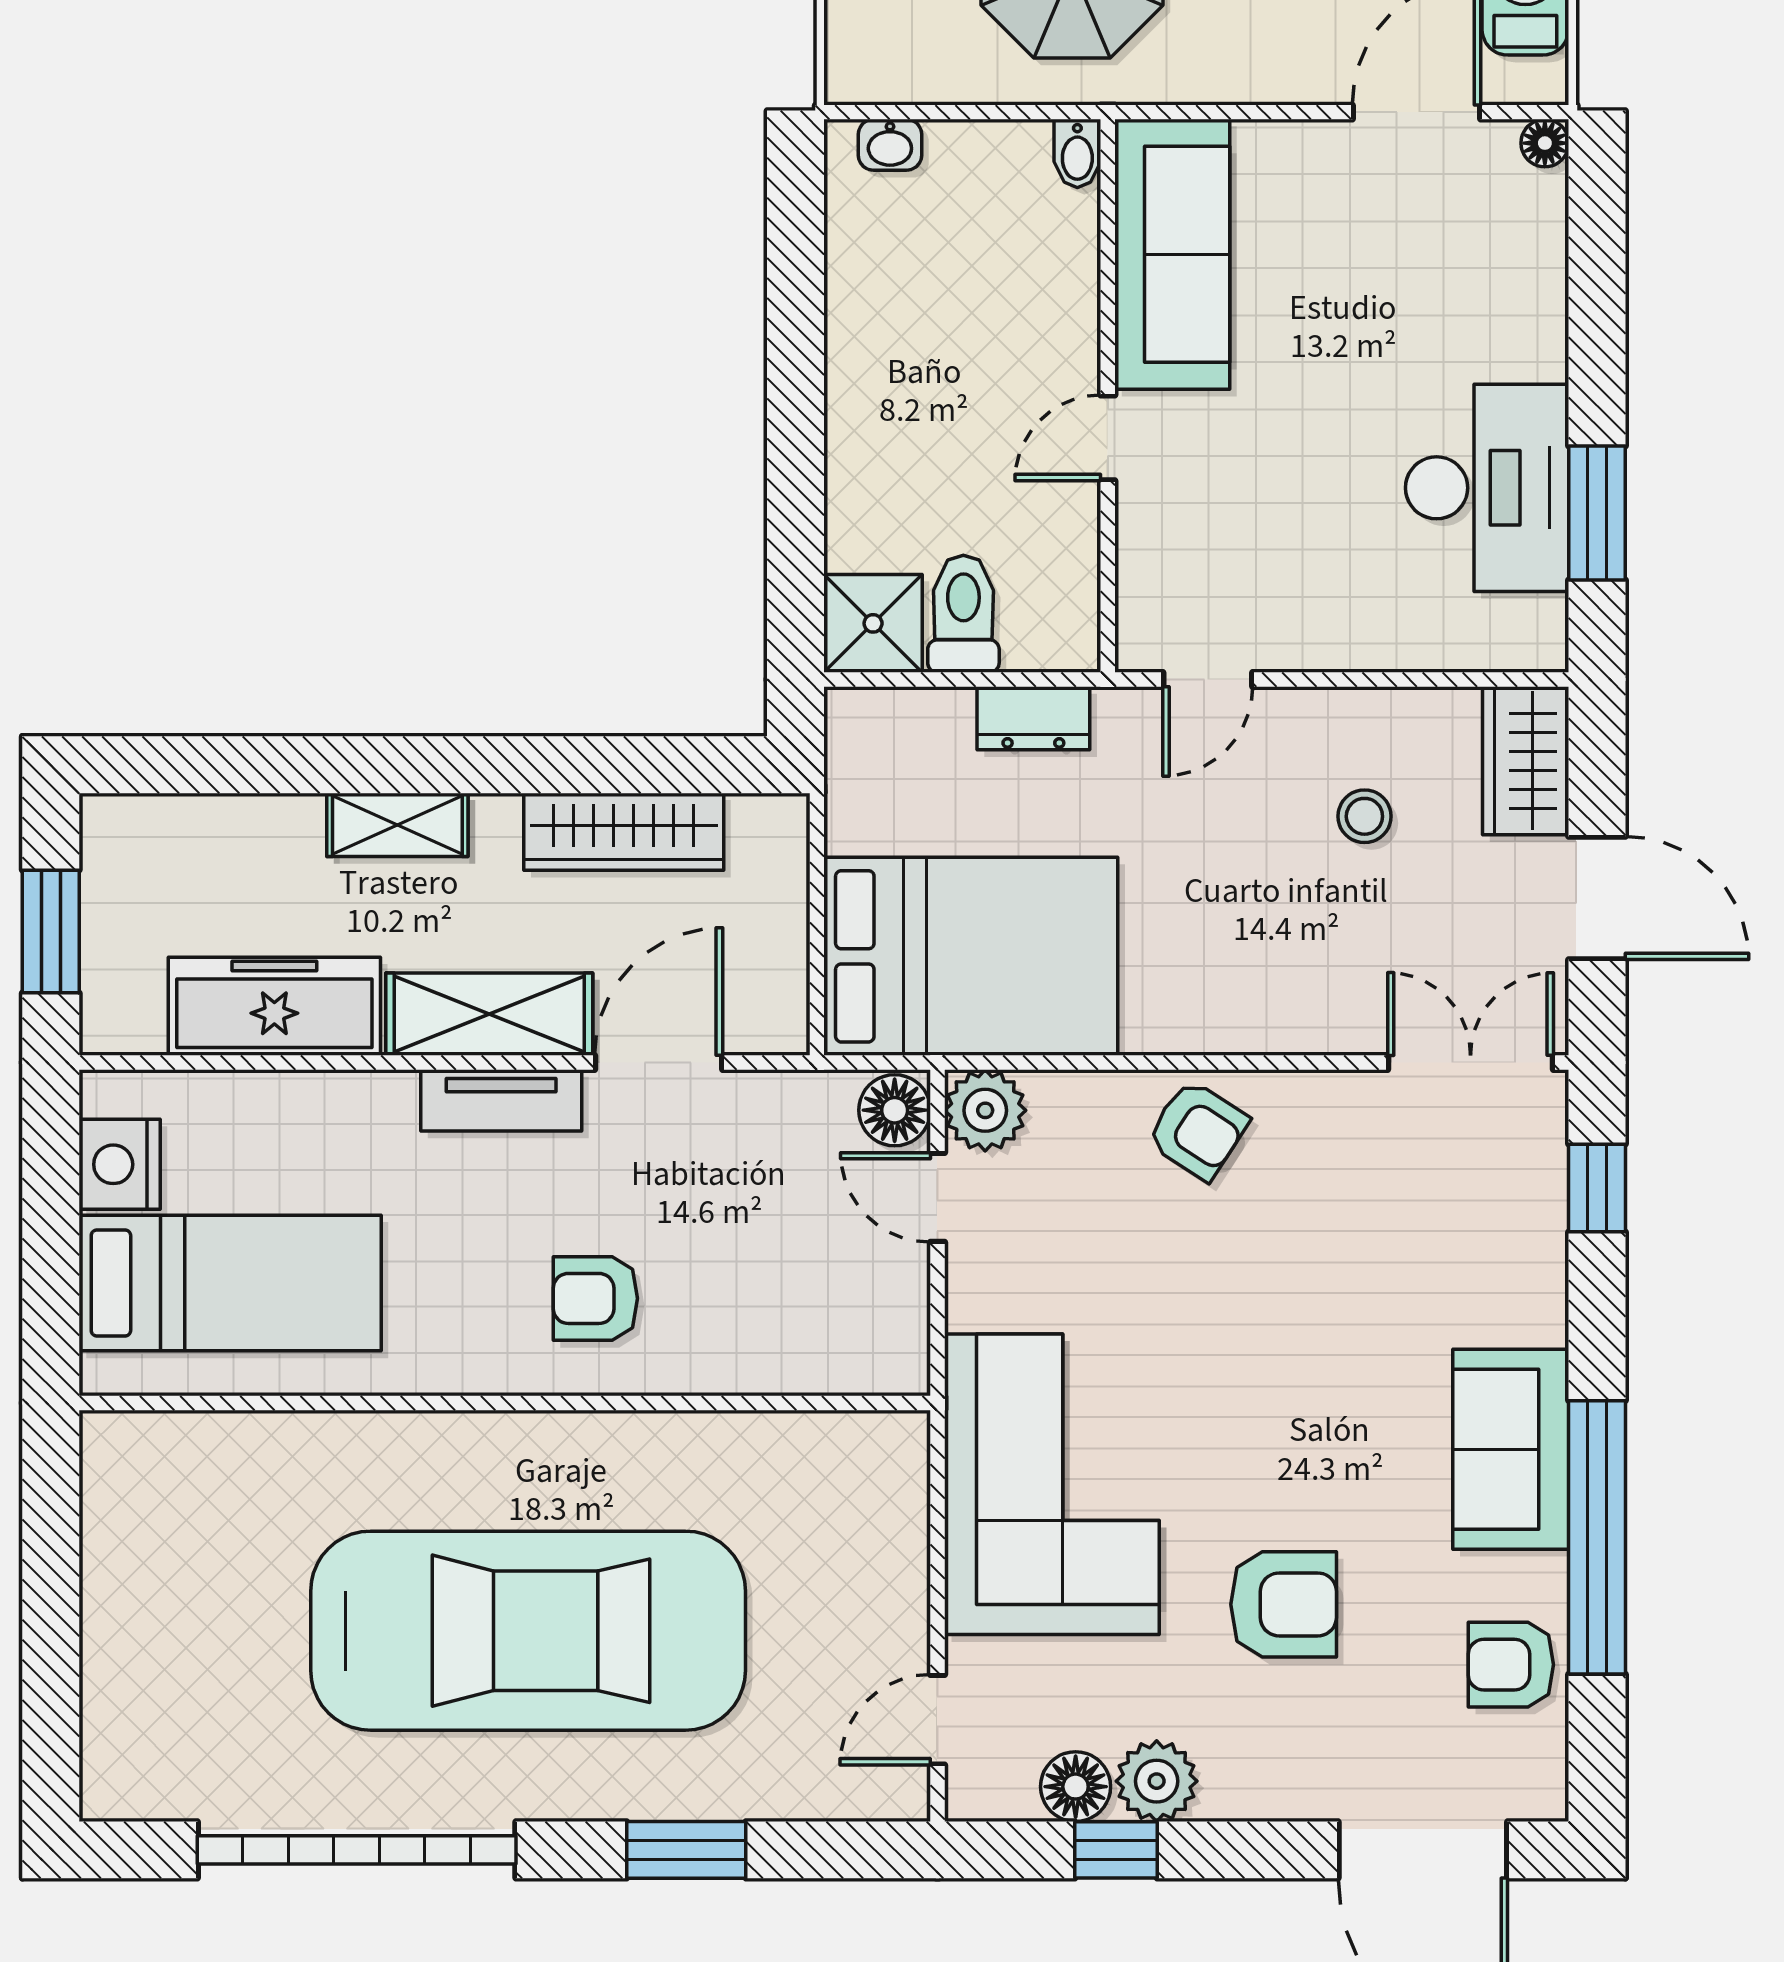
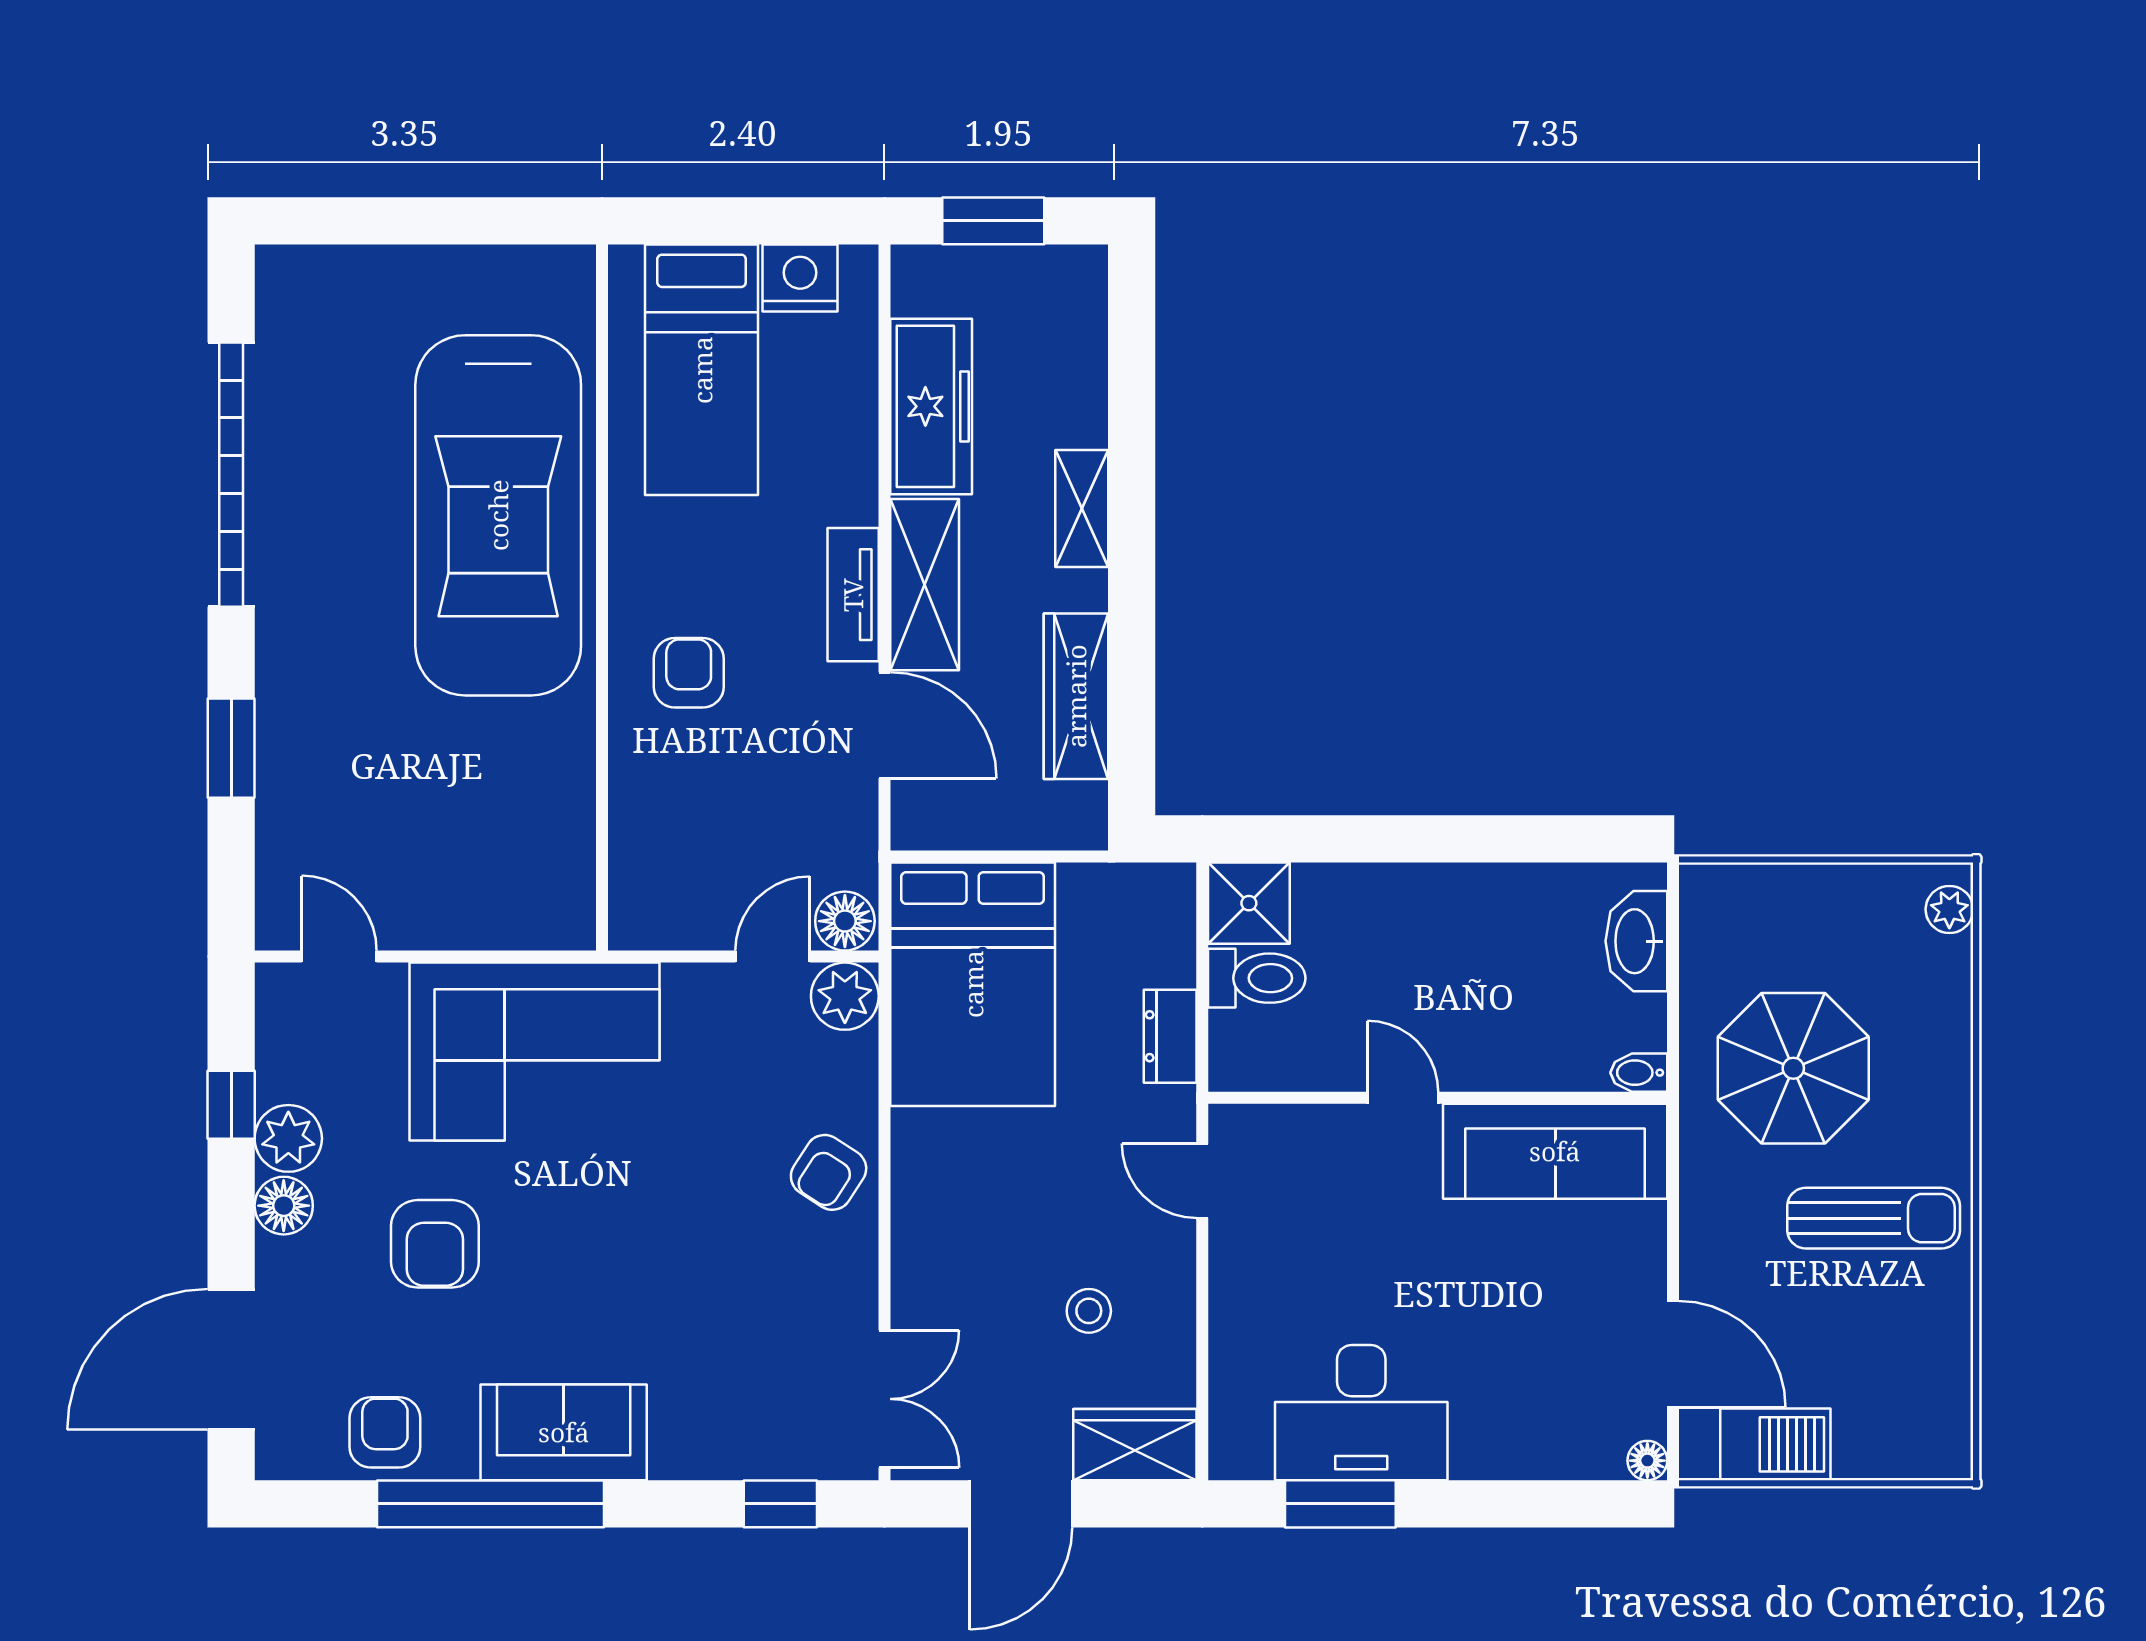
washbasin: (890, 145) -> (1636, 941), width x1.91, depth x1.45
car: (528, 1631) -> (498, 515), moved
floor lamp: (1076, 1787) -> (284, 1206), moved

